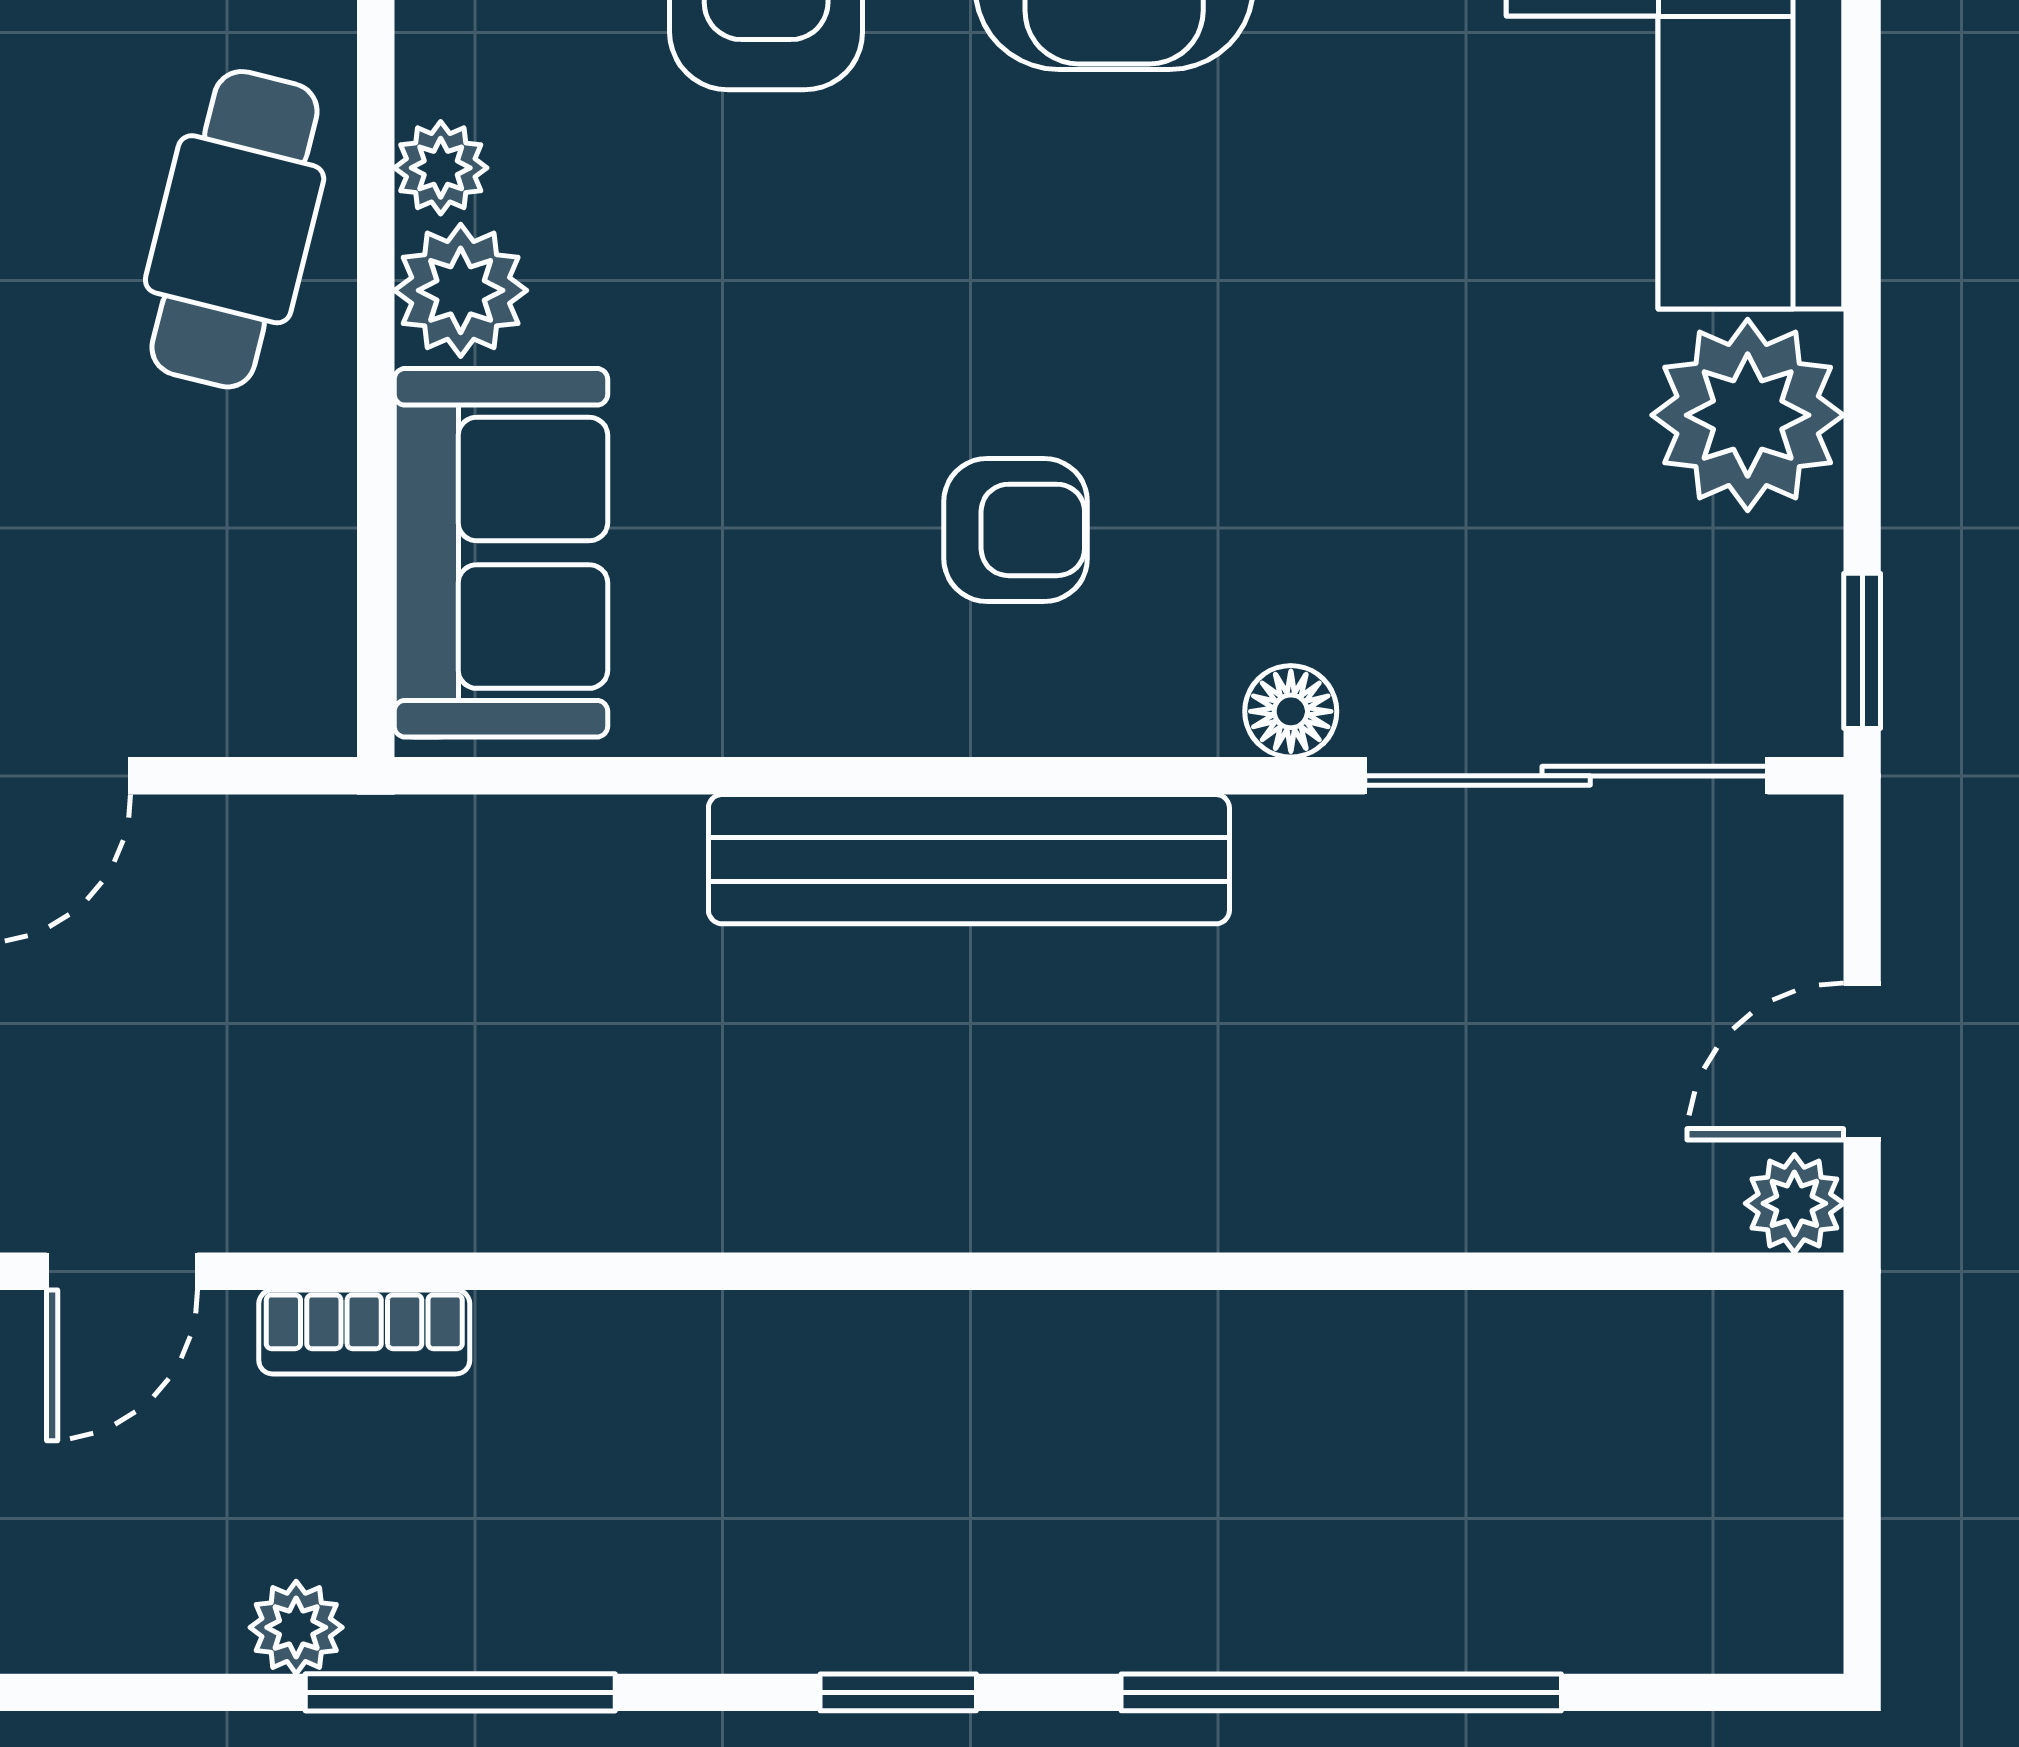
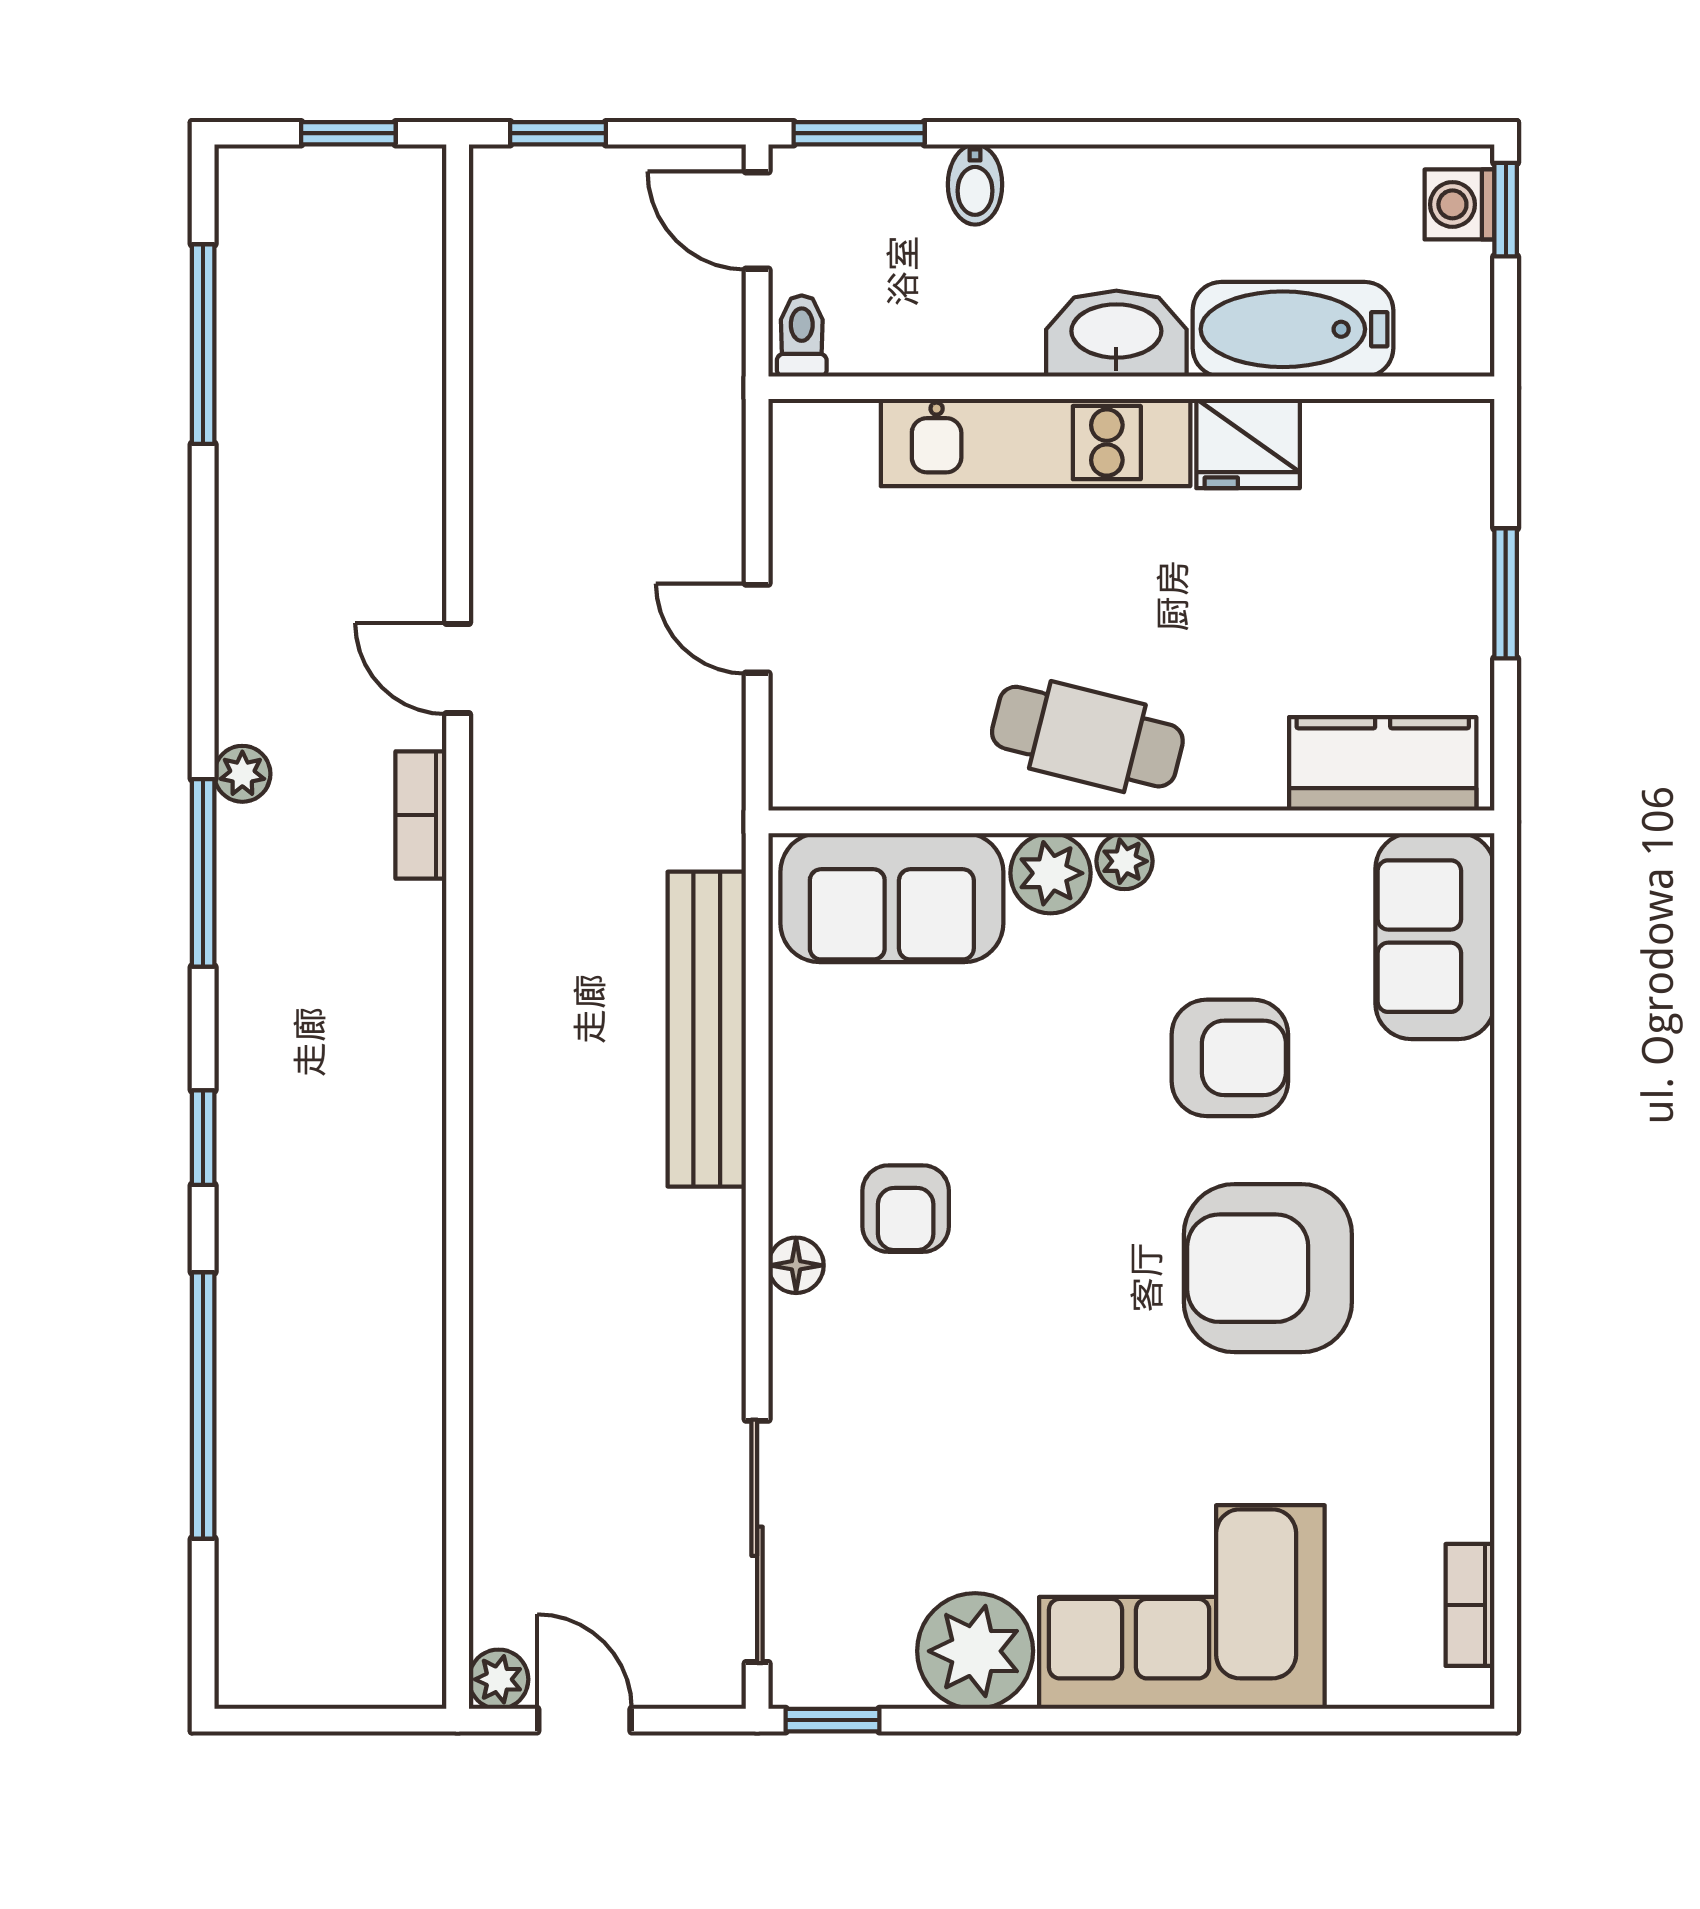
floor lamp: (1291, 711) -> (796, 1265), moved
bench: (969, 859) -> (707, 1029), moved

